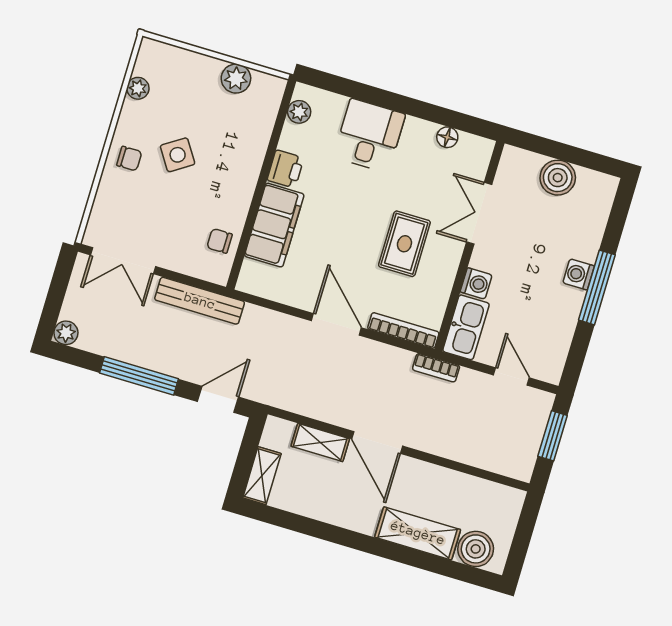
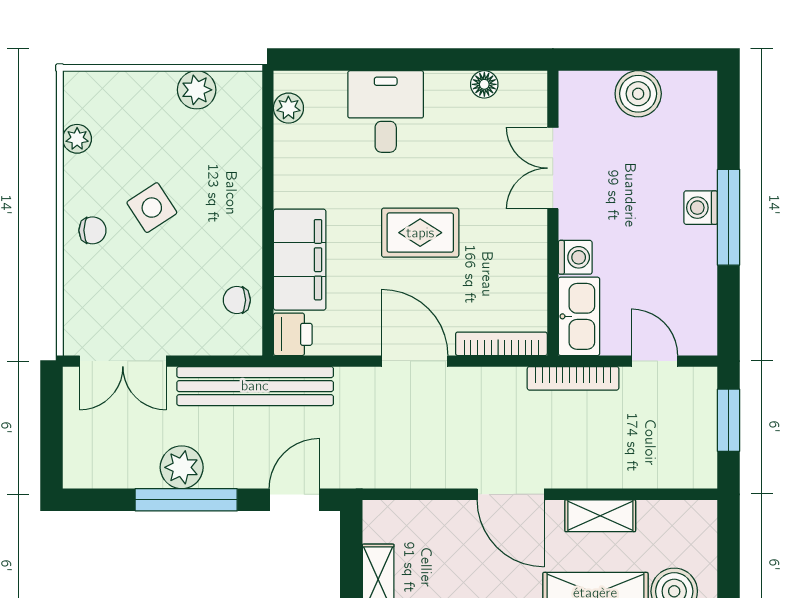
printer: (285, 169) -> (293, 334), moved
rug: (404, 244) -> (420, 233), moved, turned 90
bench: (200, 301) -> (255, 386), width x1.37, depth x1.21
plant: (66, 333) -> (182, 467), moved, width x1.38, depth x1.38
bookcase: (436, 368) -> (573, 378), width x1.56
shelving: (320, 442) -> (600, 516), moved

